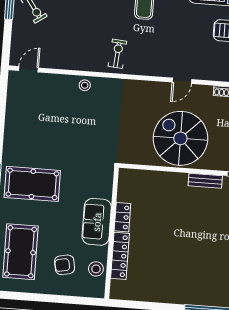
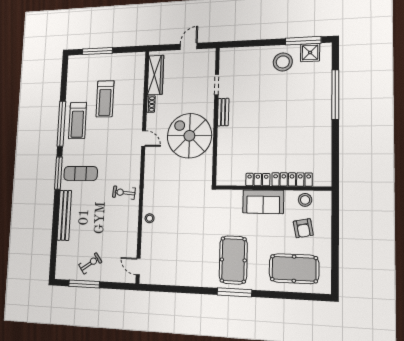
spiral stairs: (180, 138) -> (189, 136), turned 90

